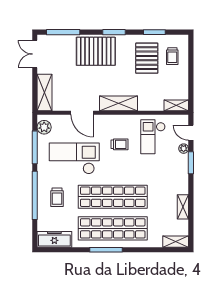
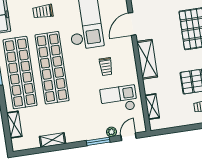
shelving: (176, 105) -> (152, 107), moved
shelving: (176, 242) -> (14, 125), moved

